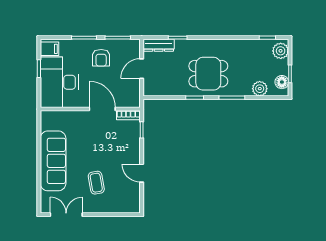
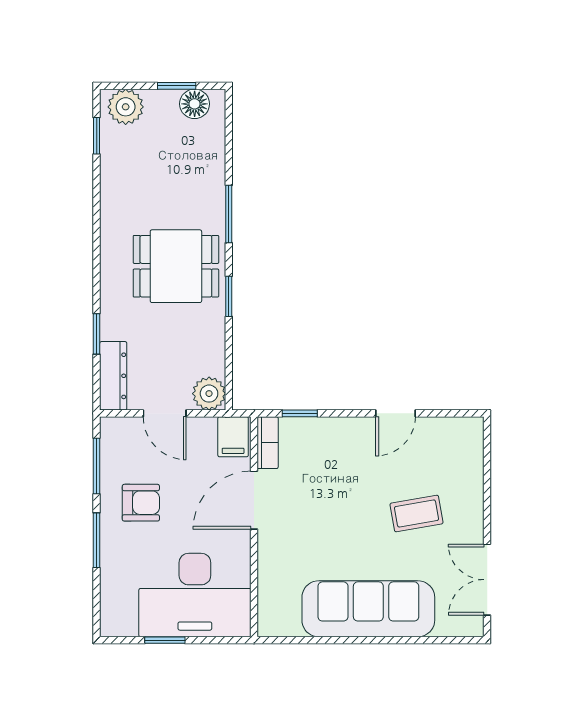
filing cabinet: (49, 49) -> (233, 437), moved, turned 180
dining table: (208, 74) -> (176, 266), turned 90
plant: (260, 89) -> (209, 394), moved

